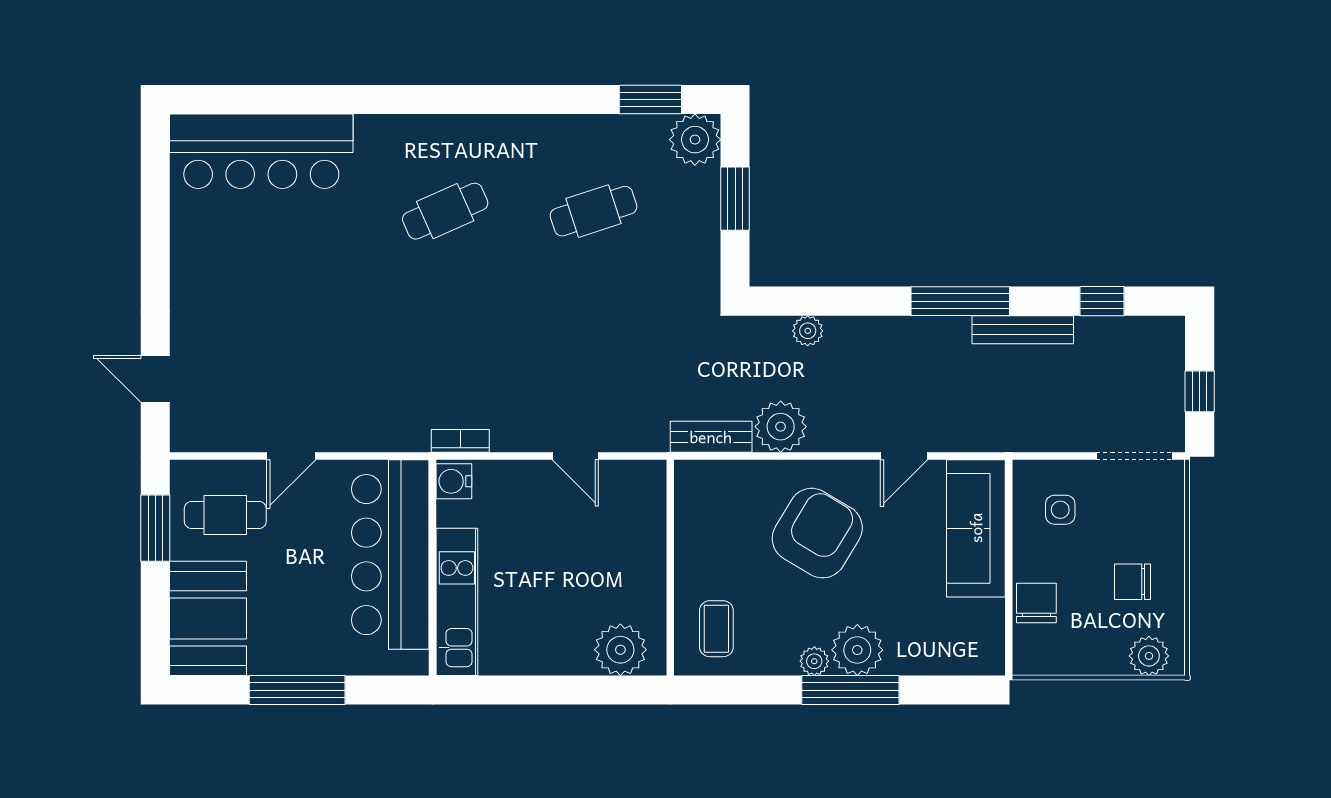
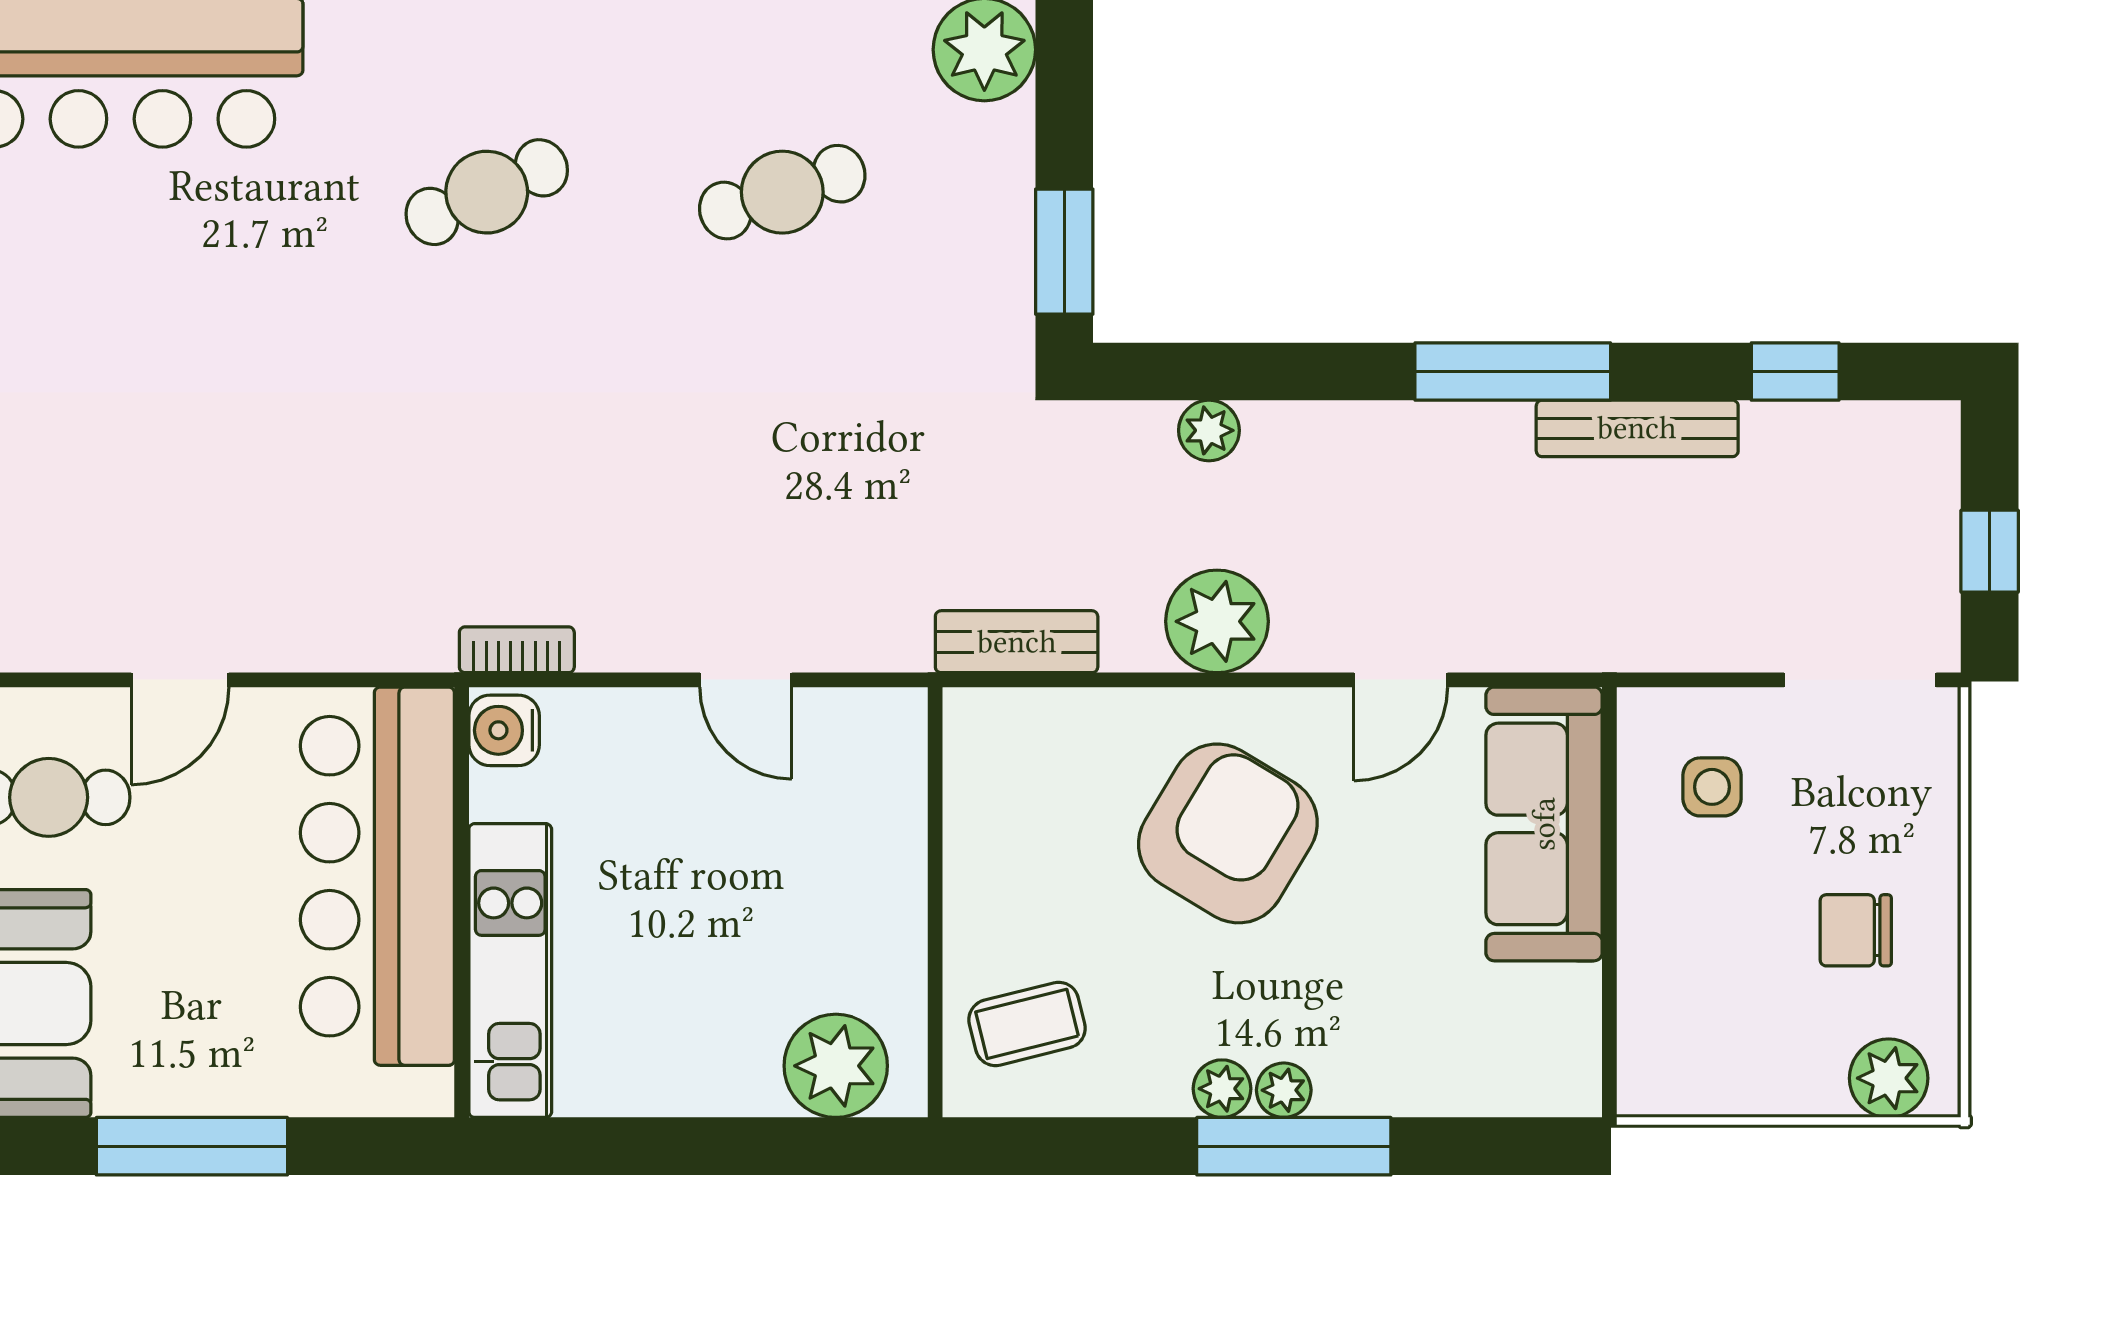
window: (735, 199) -> (1064, 252), moved
plant: (781, 427) -> (1217, 621), moved
chair: (1036, 603) -> (1665, 973), removed
coffee table: (716, 629) -> (1027, 1024), turned 76
plant: (857, 650) -> (1284, 1090), width x0.53, depth x0.53

